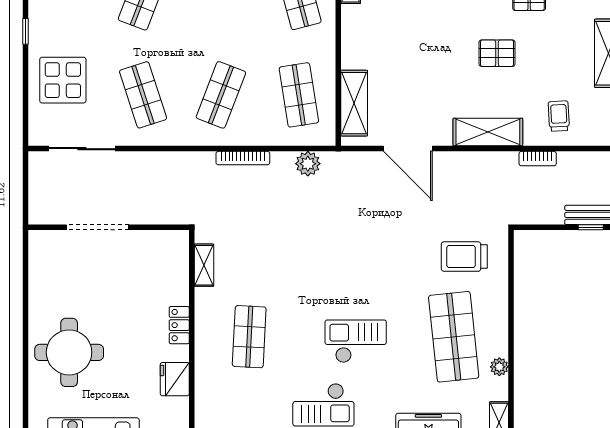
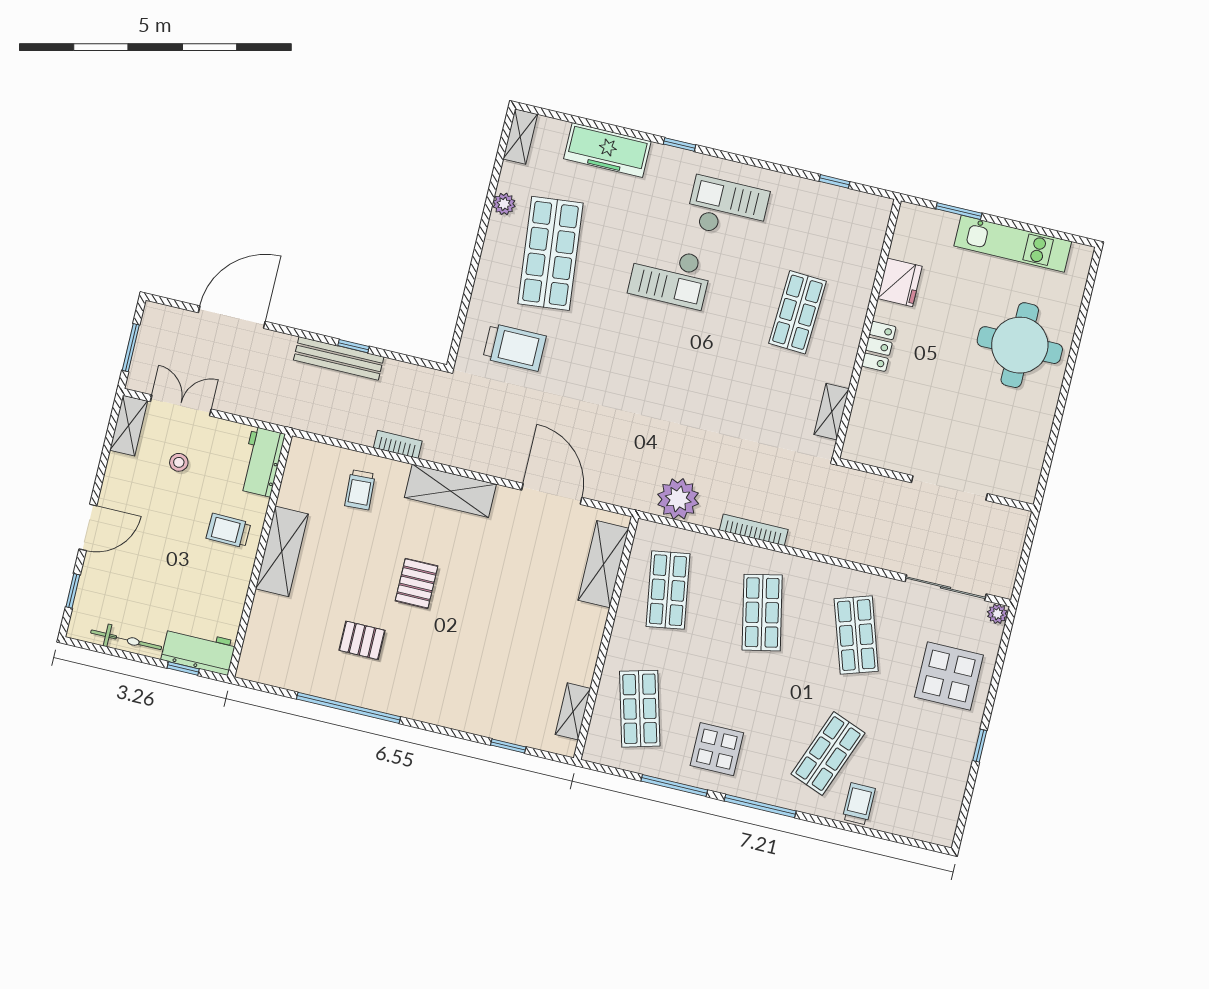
pallet: (497, 53) -> (417, 583), turned 90
shop shelf: (221, 95) -> (762, 613), turned -33
plant: (36, 138) -> (997, 614), added
plant: (308, 164) -> (678, 499), width x1.36, depth x1.36

